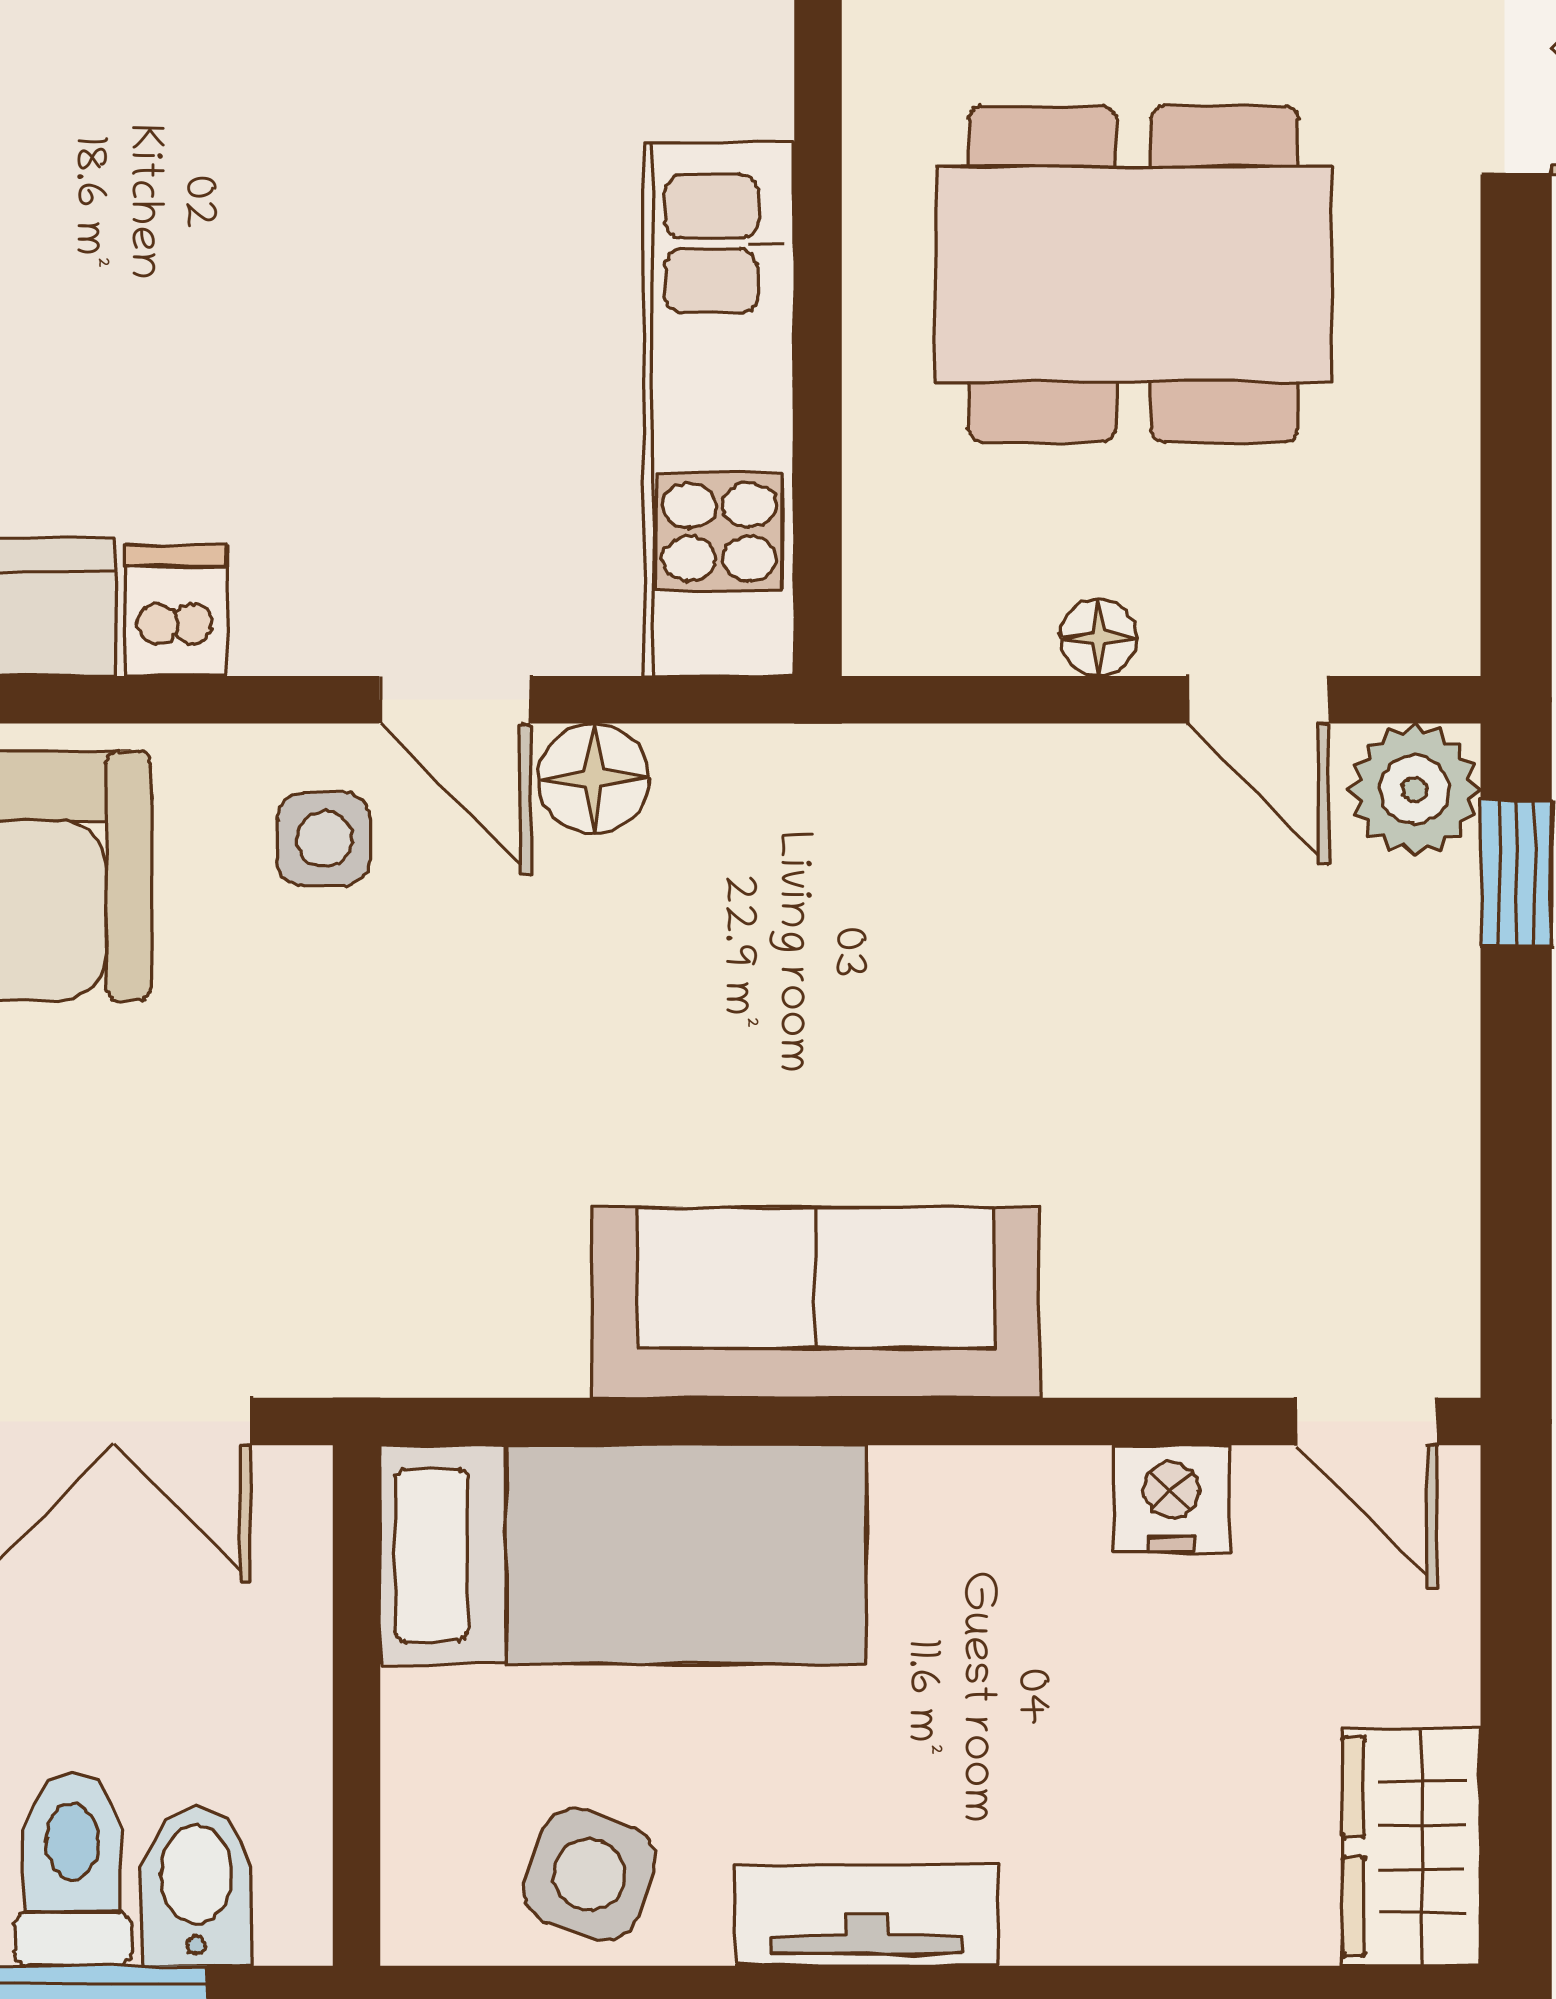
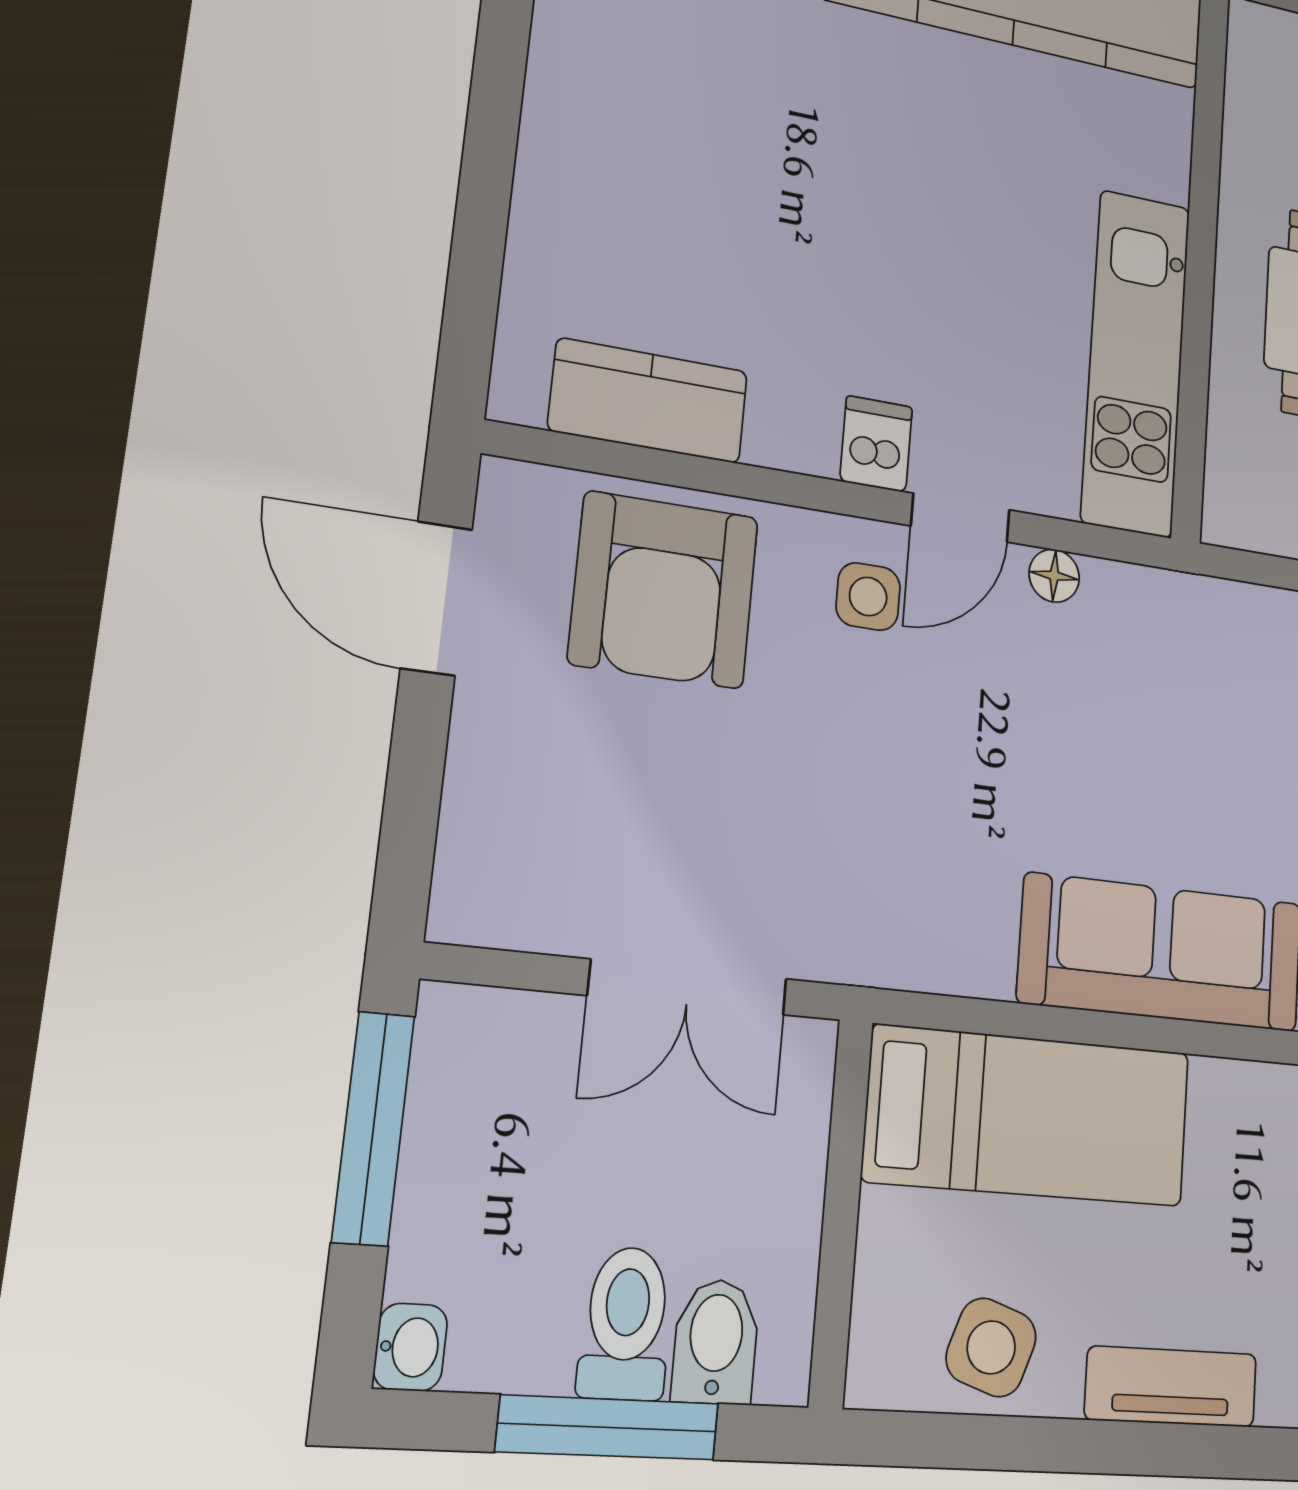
dishwasher: (176, 611) -> (876, 444), moved
door: (455, 700) -> (960, 518), hinge flipped
floor lamp: (594, 778) -> (1054, 576), width x0.73, depth x0.73

